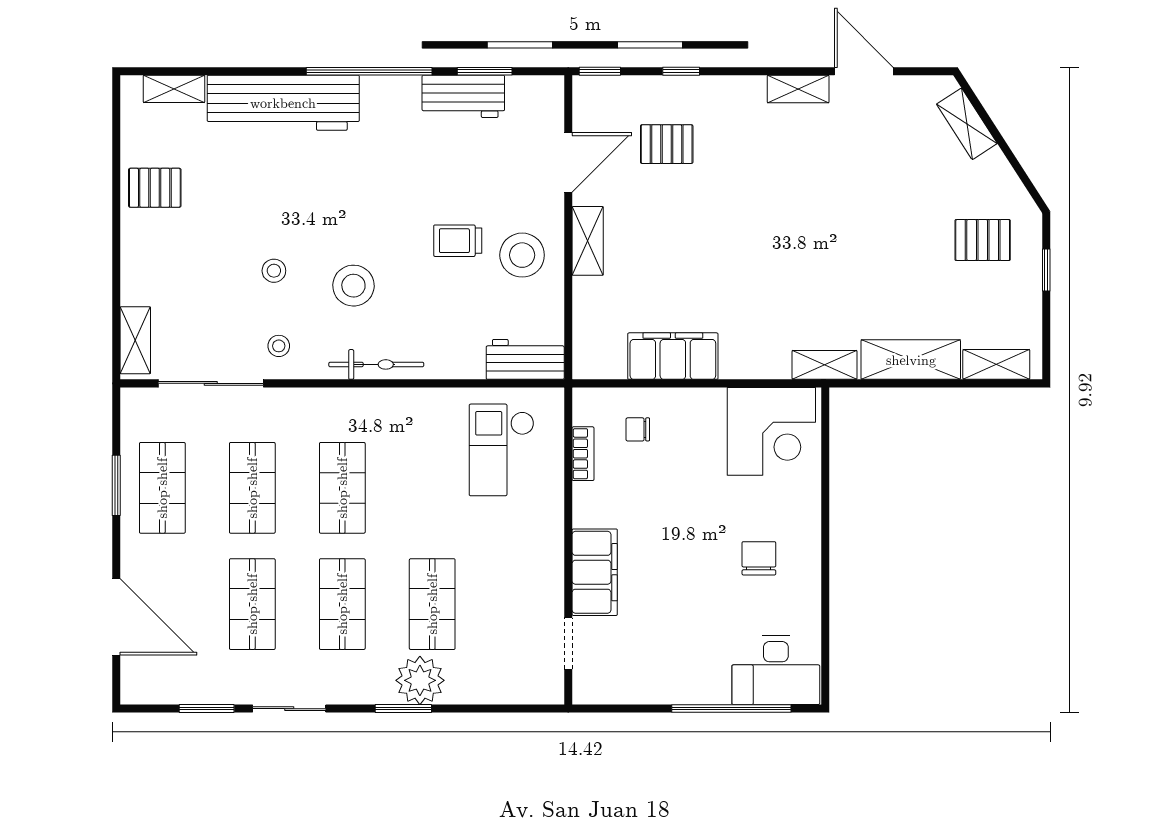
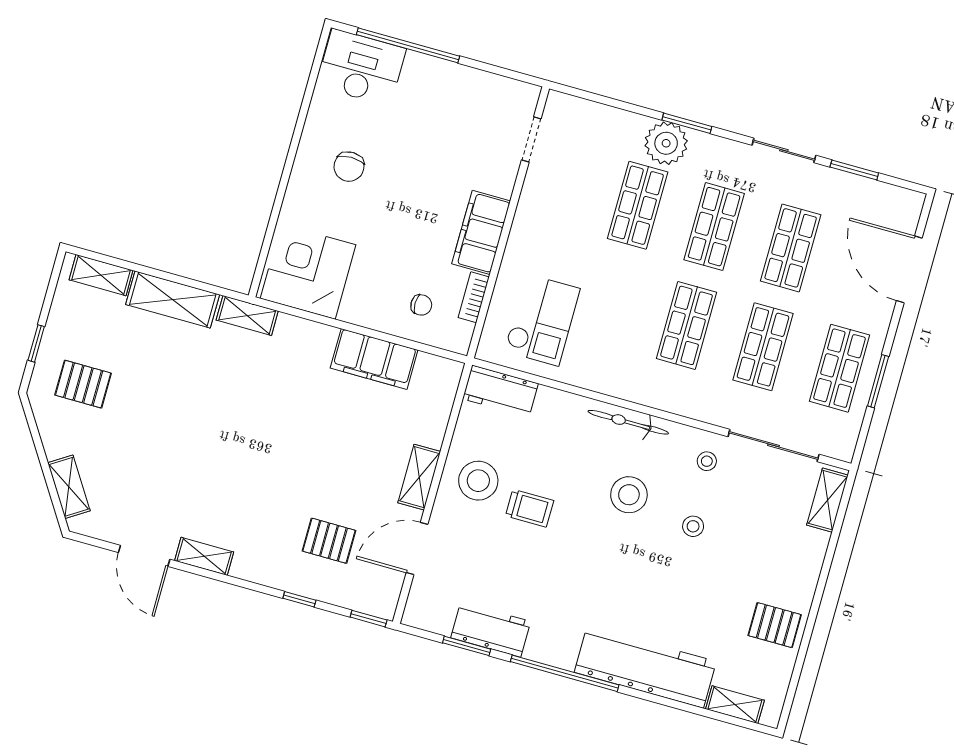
filing cabinet: (595, 572) -> (481, 232), moved

